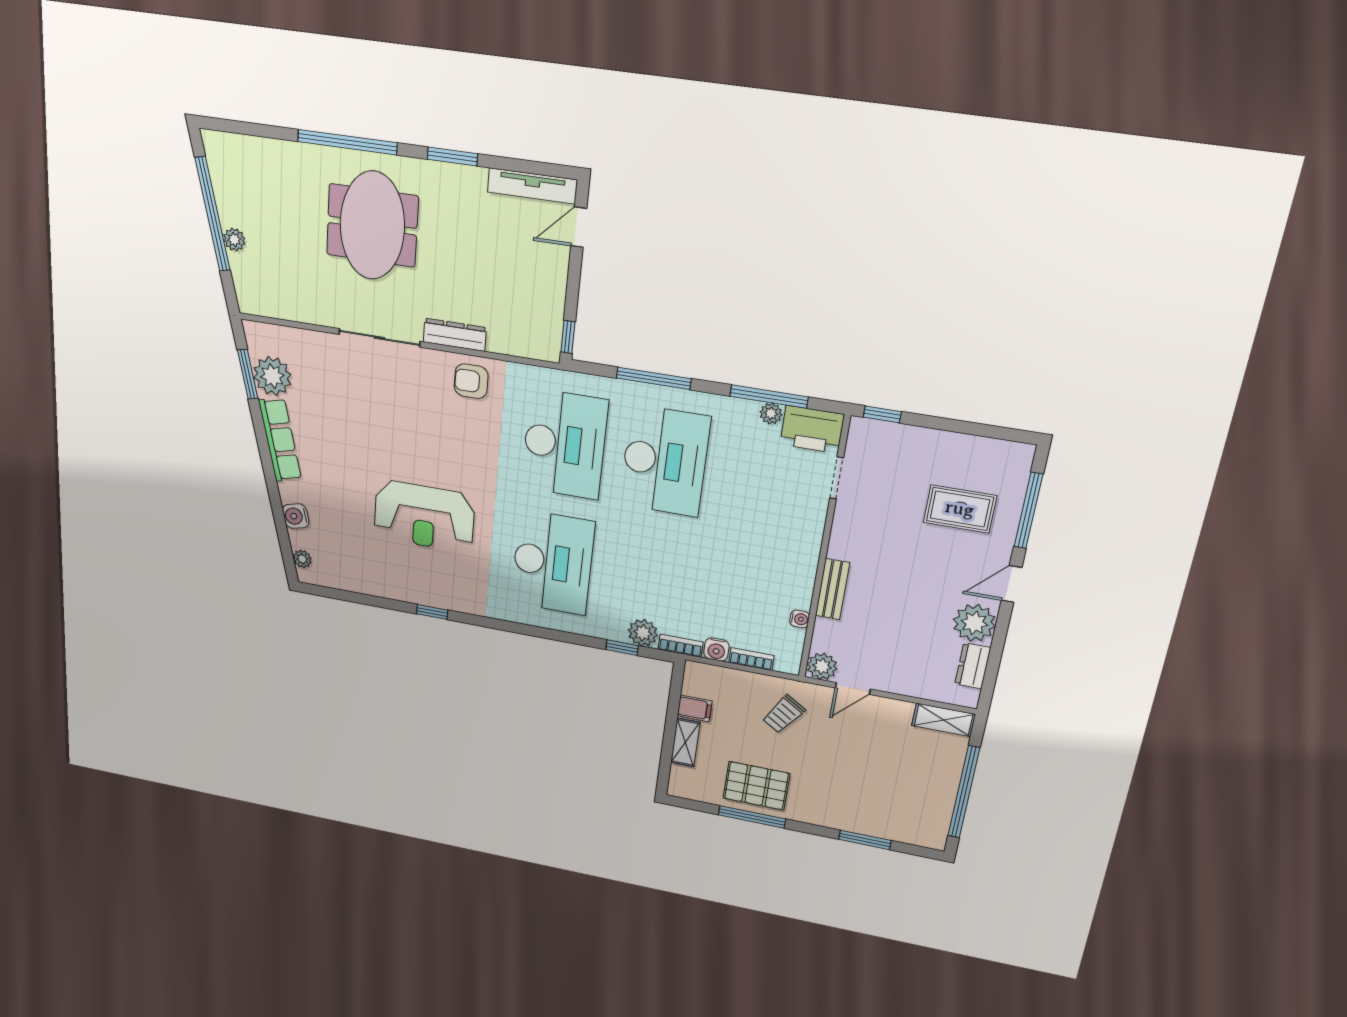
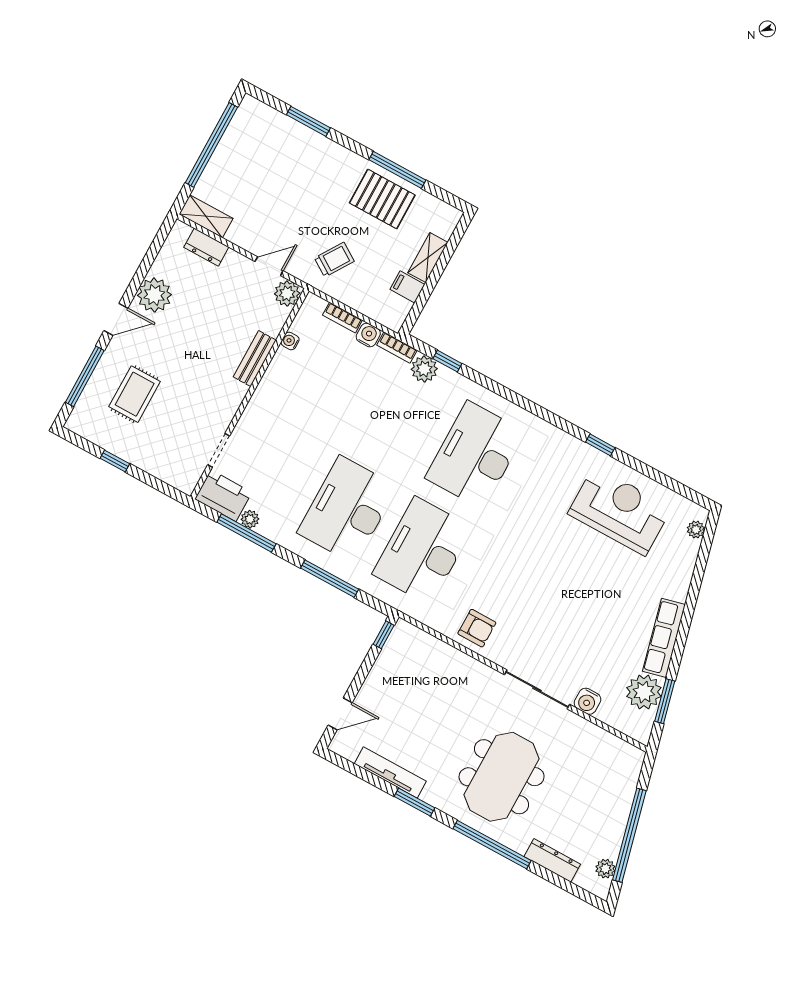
tv unit: (532, 186) -> (390, 772), moved
plant: (234, 240) -> (605, 869), moved
dresser: (455, 335) -> (552, 860), moved, turned 180
window: (882, 414) -> (115, 461), moved
rug: (960, 509) -> (135, 394), turned 90
water cooler: (296, 516) -> (587, 701), moved, turned 104
reception desk: (424, 516) -> (620, 511), moved
dresser: (973, 666) -> (206, 247), moved, turned 90

